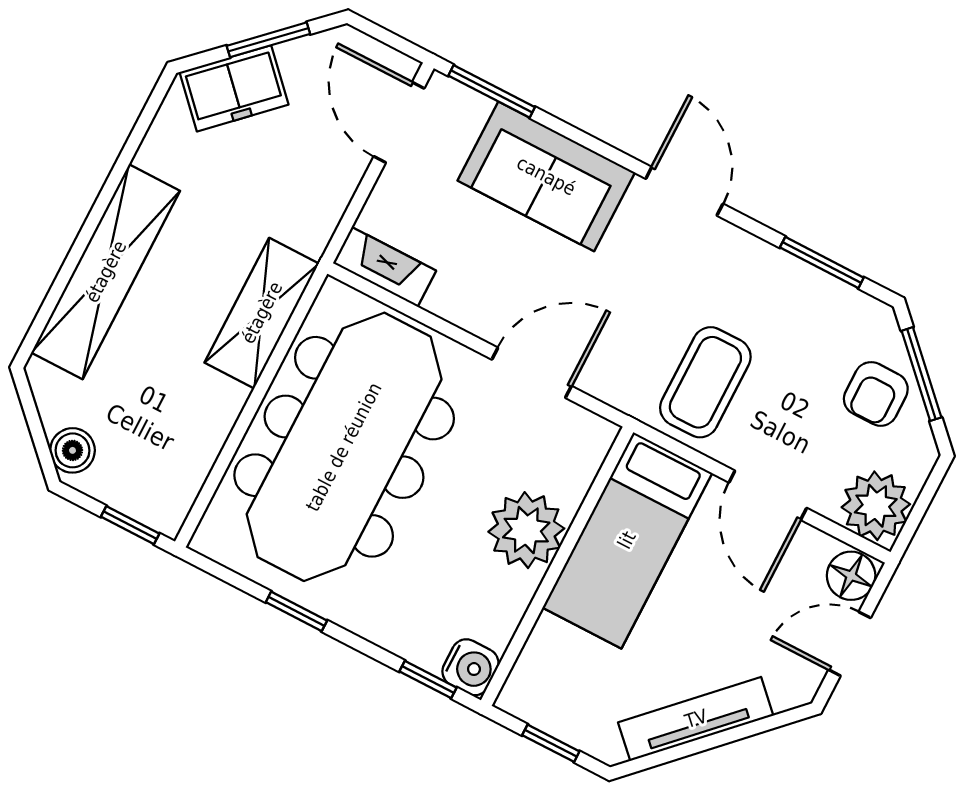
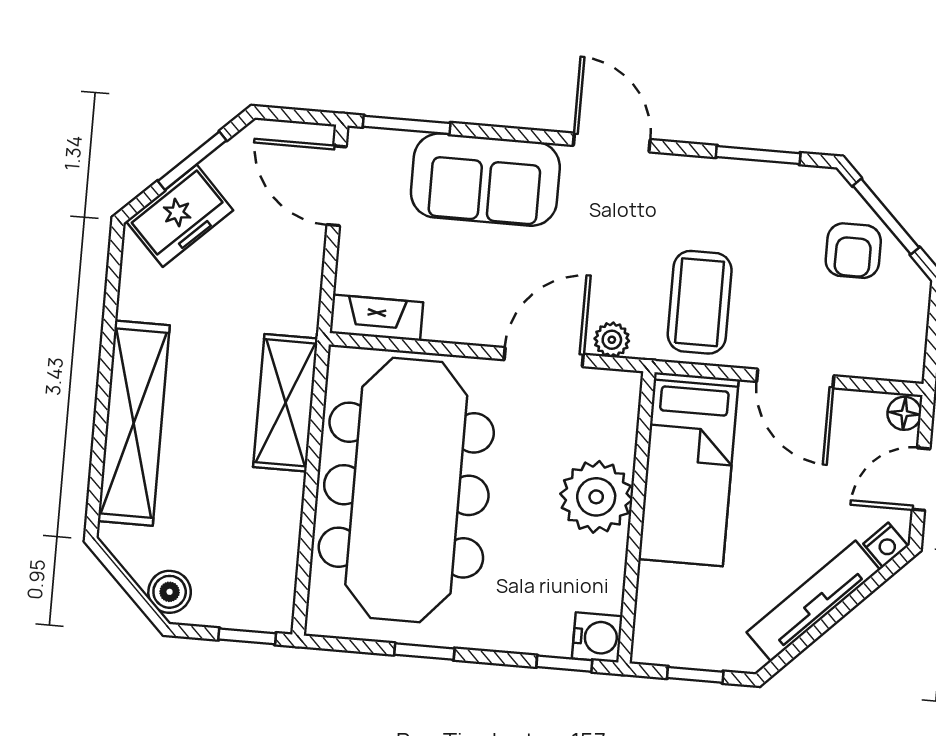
plant: (876, 506) -> (612, 340), moved, width x0.53, depth x0.53
floor lamp: (851, 576) -> (904, 413), width x0.73, depth x0.73
nightstand: (789, 694) -> (886, 545), added

